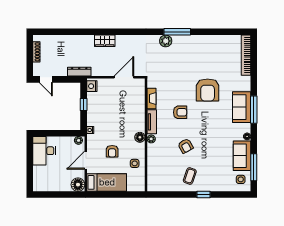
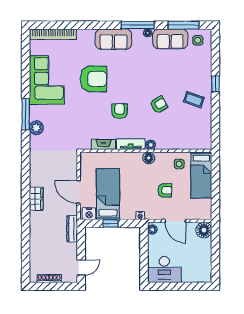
corner sofa: (207, 50) -> (47, 80), added
door: (124, 77) -> (79, 192), moved
bed: (109, 102) -> (108, 194), added
window: (254, 110) -> (138, 25), moved
bed: (107, 182) -> (201, 175), moved, turned 180

